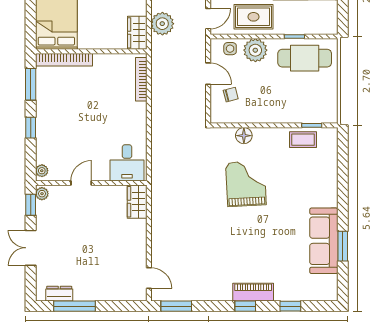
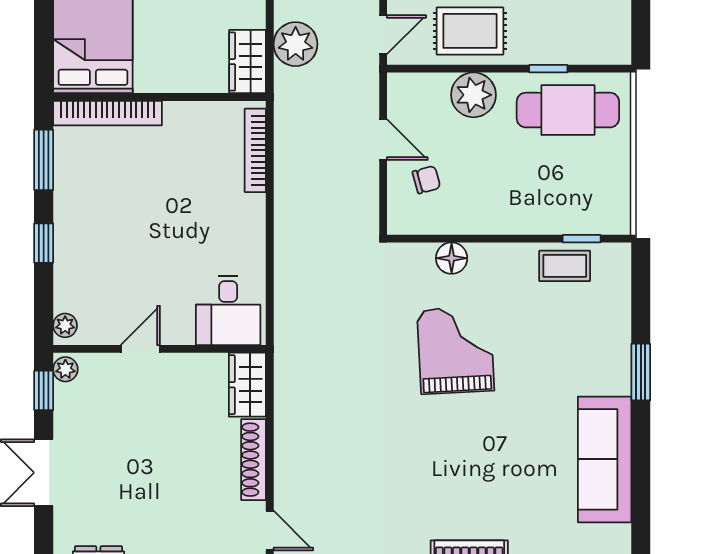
side table: (230, 49) -> (425, 92), removed
shoe rack: (140, 241) -> (254, 460), added
window: (343, 246) -> (641, 372), moved

